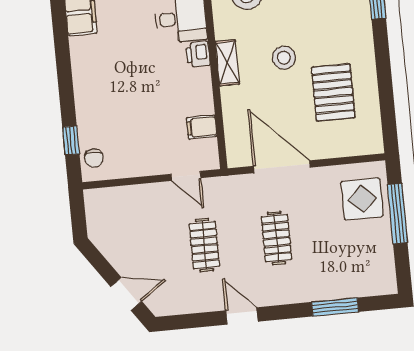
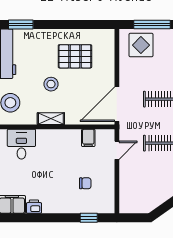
printer: (198, 54) -> (34, 207), moved, turned 180
chair: (94, 158) -> (85, 183), moved
door: (282, 167) -> (117, 104), moved

